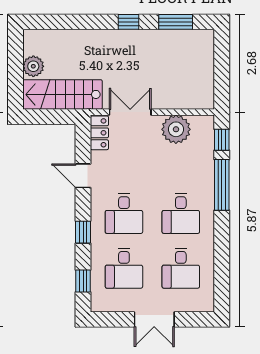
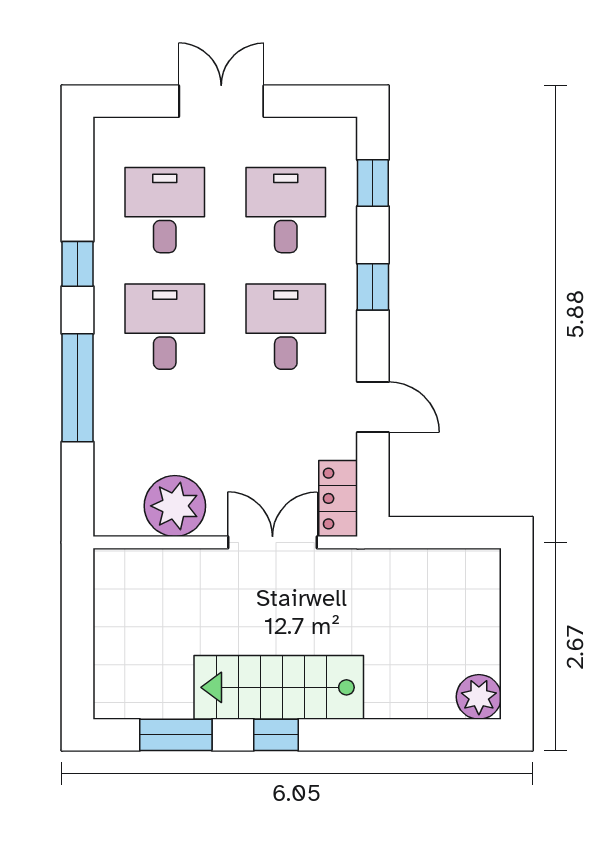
plant: (33, 66) -> (479, 697), moved
stairs: (62, 94) -> (279, 687), moved, turned 180
double door: (130, 112) -> (273, 542), swing flipped
window: (222, 140) -> (77, 264), moved

